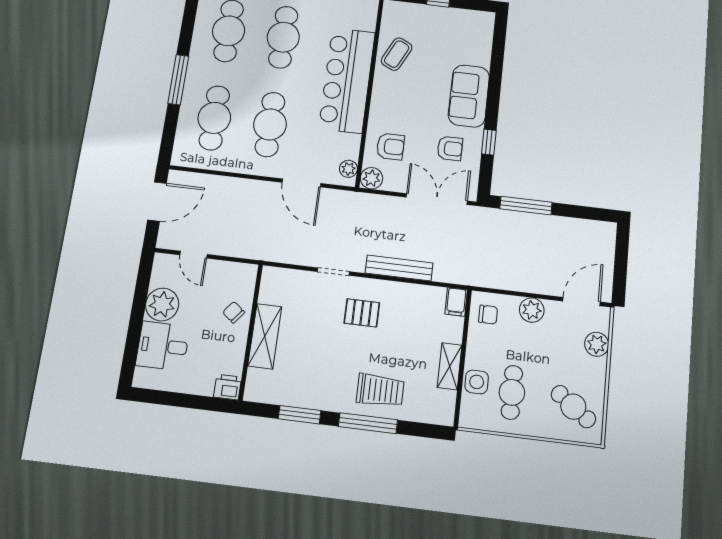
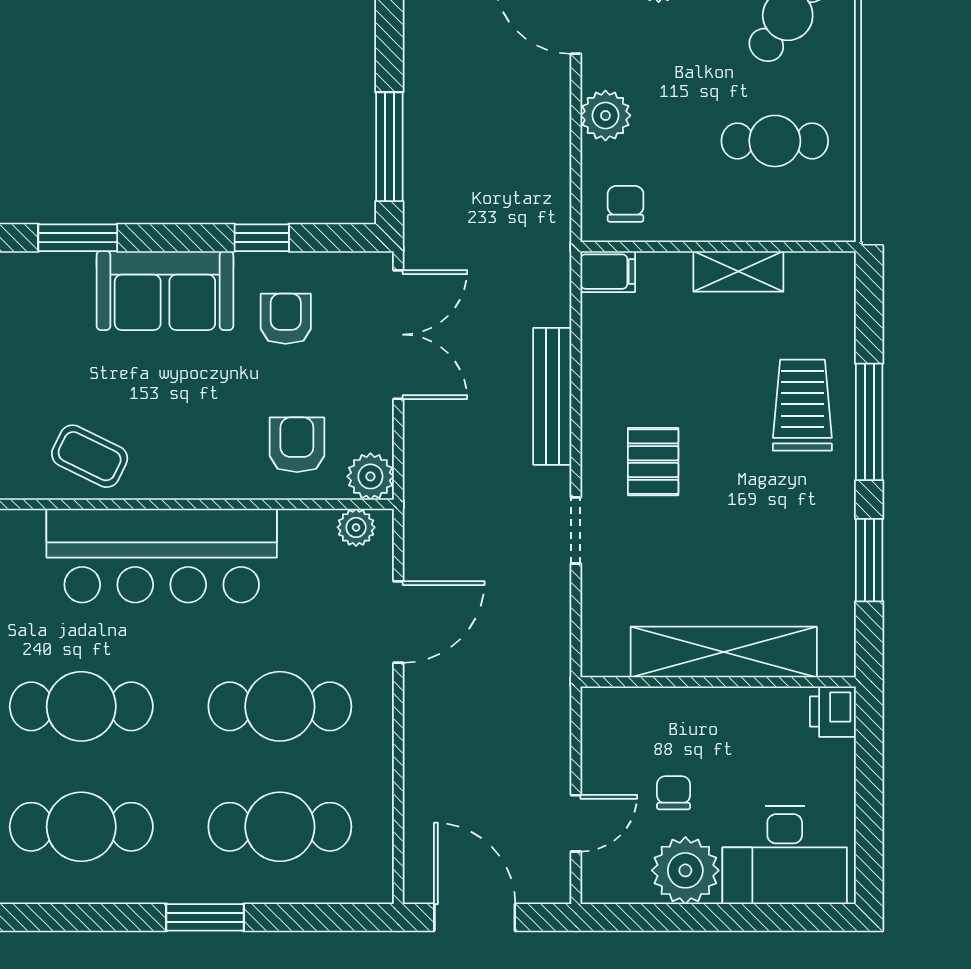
window: (497, 61) -> (78, 238), added
window: (178, 80) -> (205, 917), width x0.69
double door: (437, 199) -> (398, 335), swing flipped
chair: (234, 312) -> (674, 793), moved, turned 142
shelving: (265, 336) -> (724, 652), width x1.47
desk: (163, 346) -> (785, 855), width x1.37
side table: (477, 382) -> (763, 214), removed

